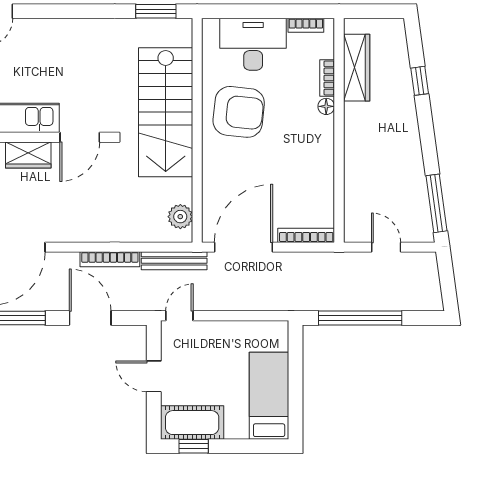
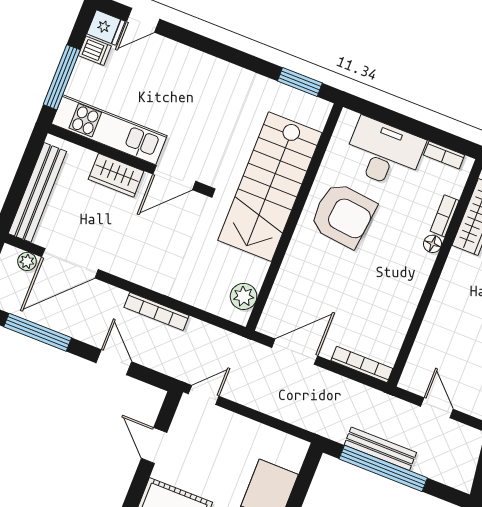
door: (244, 247) -> (295, 352), width x0.73
bench: (174, 261) -> (380, 449), moved
door: (90, 318) -> (114, 362), width x0.73

